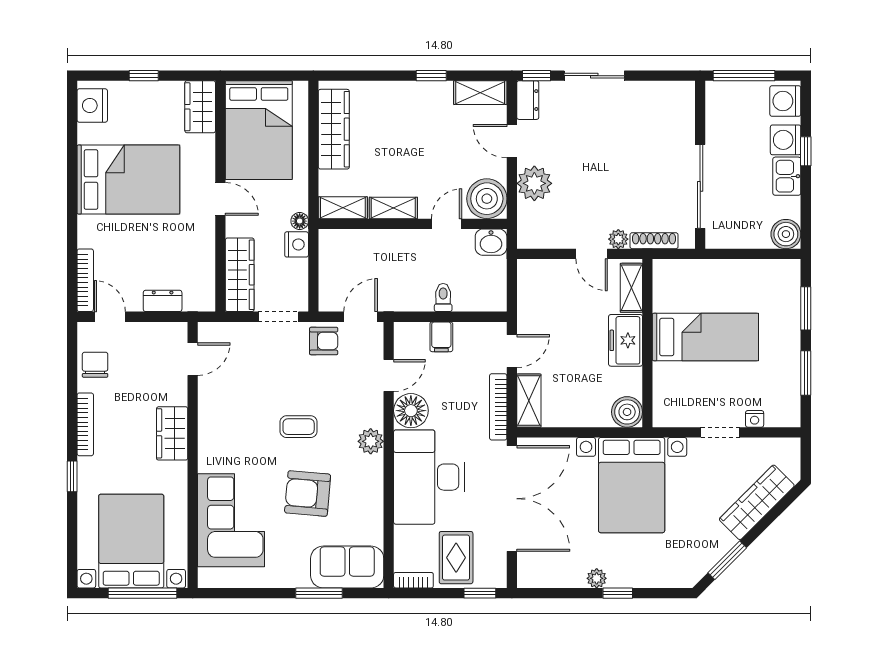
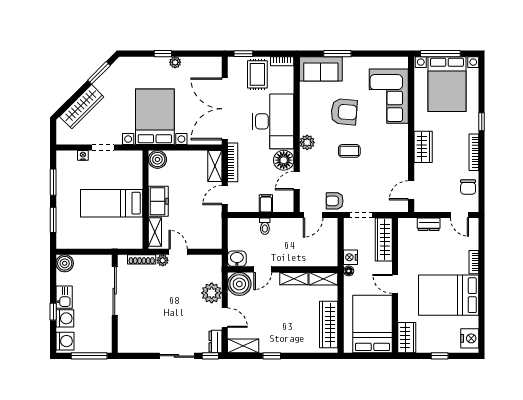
bookcase: (85, 280) -> (474, 262), moved, width x0.64

